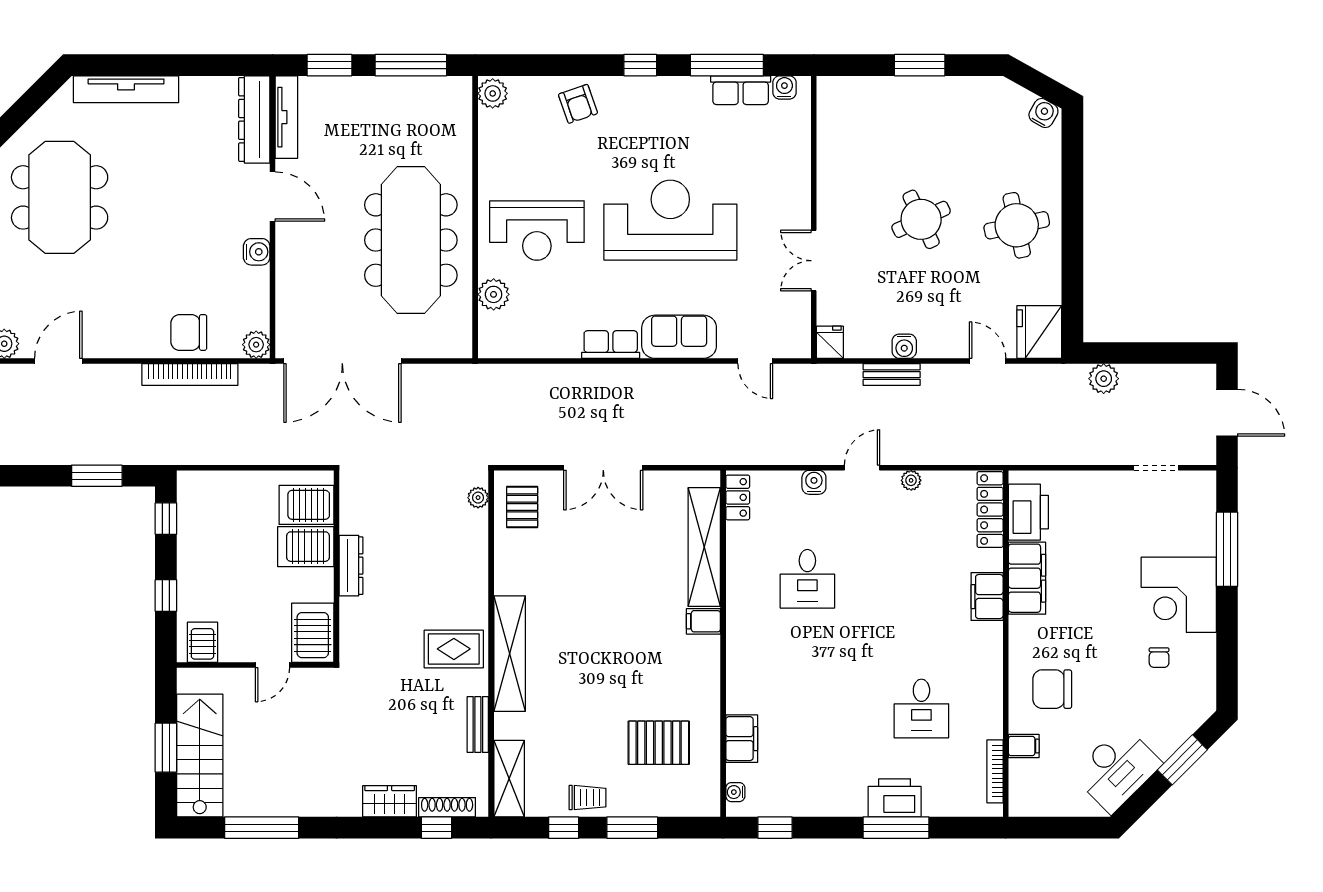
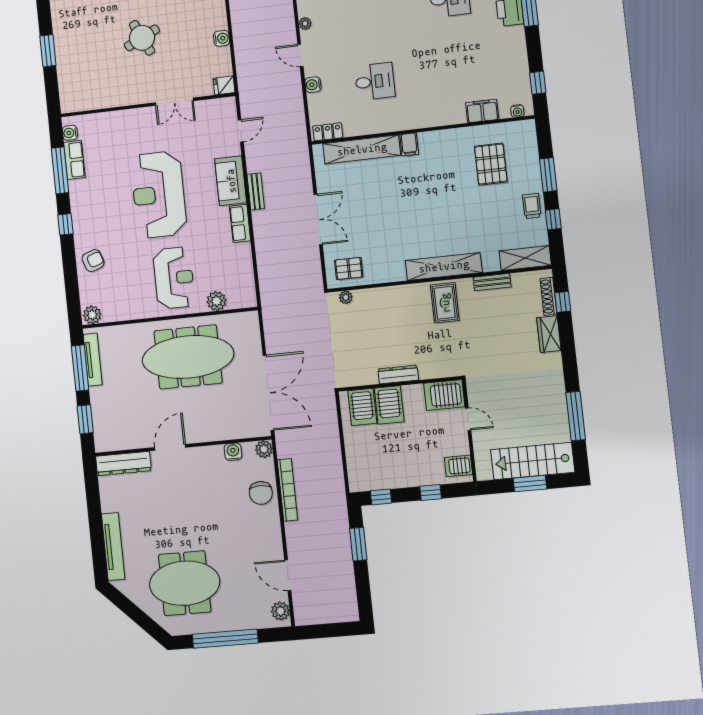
tv unit: (286, 117) -> (93, 360), moved, turned 90
water cooler: (257, 252) -> (233, 452), moved
bench: (892, 375) -> (256, 191), moved

